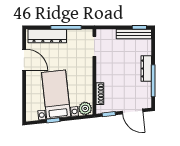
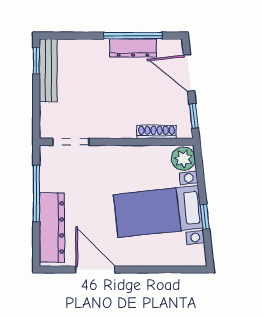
door: (24, 60) -> (95, 269), hinge flipped
dresser: (146, 69) -> (133, 48), moved
door: (133, 112) -> (189, 73), swing flipped

